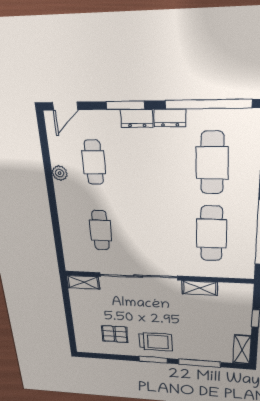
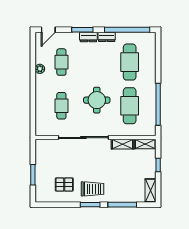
round table: (157, 224) -> (97, 100), added
shelving: (83, 282) -> (145, 144), moved
window: (69, 320) -> (33, 175), added

